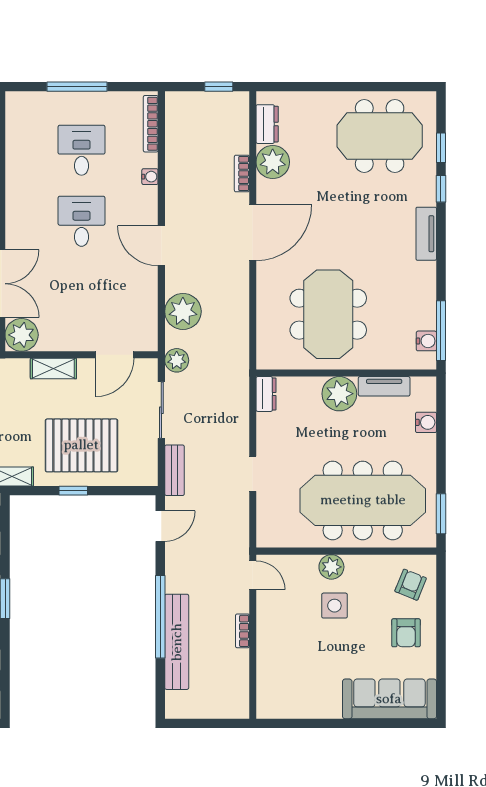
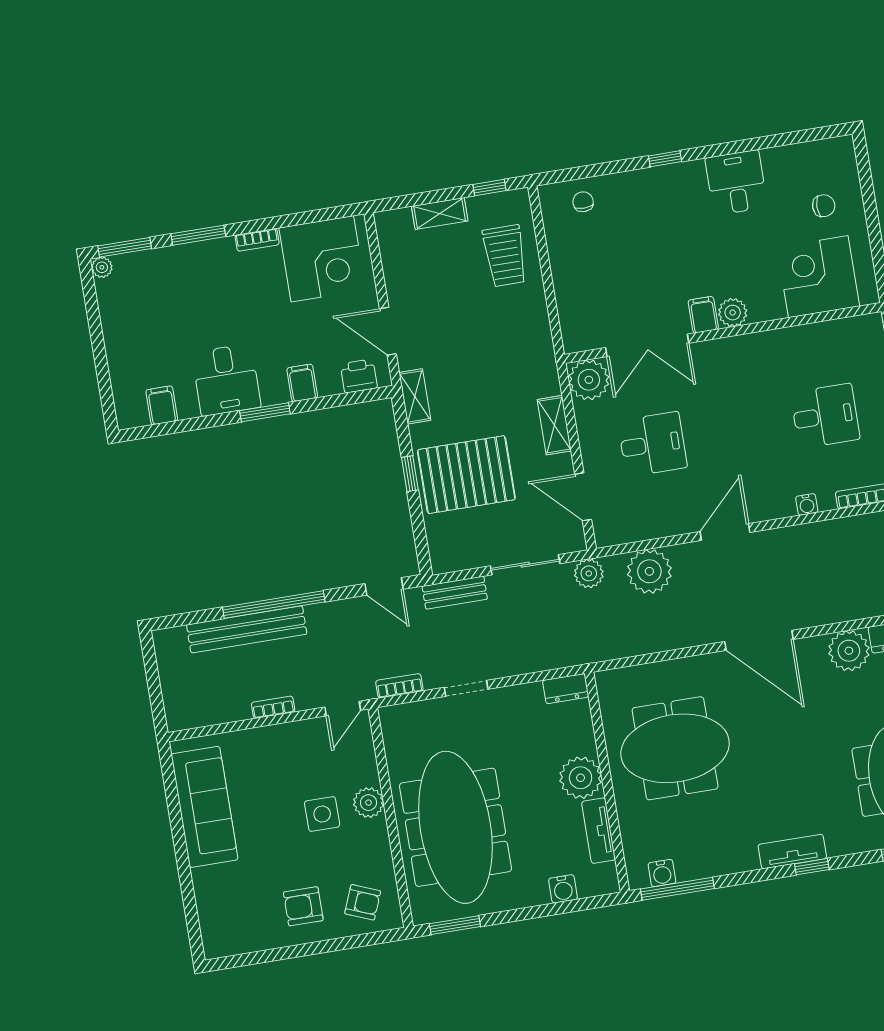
bookcase: (242, 173) -> (399, 686), moved
window: (441, 189) -> (812, 867), moved
desk: (82, 221) -> (652, 444), moved
pallet: (81, 445) -> (466, 475), turned 90
sofa: (389, 699) -> (205, 807), moved

